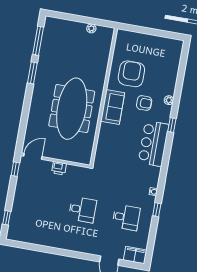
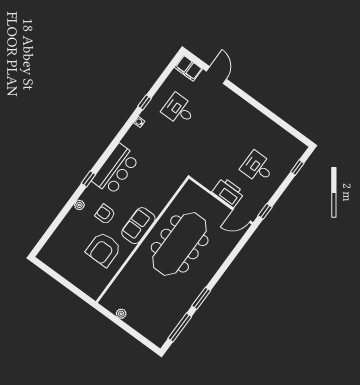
printer: (59, 168) -> (228, 192), width x1.87, depth x1.48
desk: (82, 210) -> (258, 168), moved

